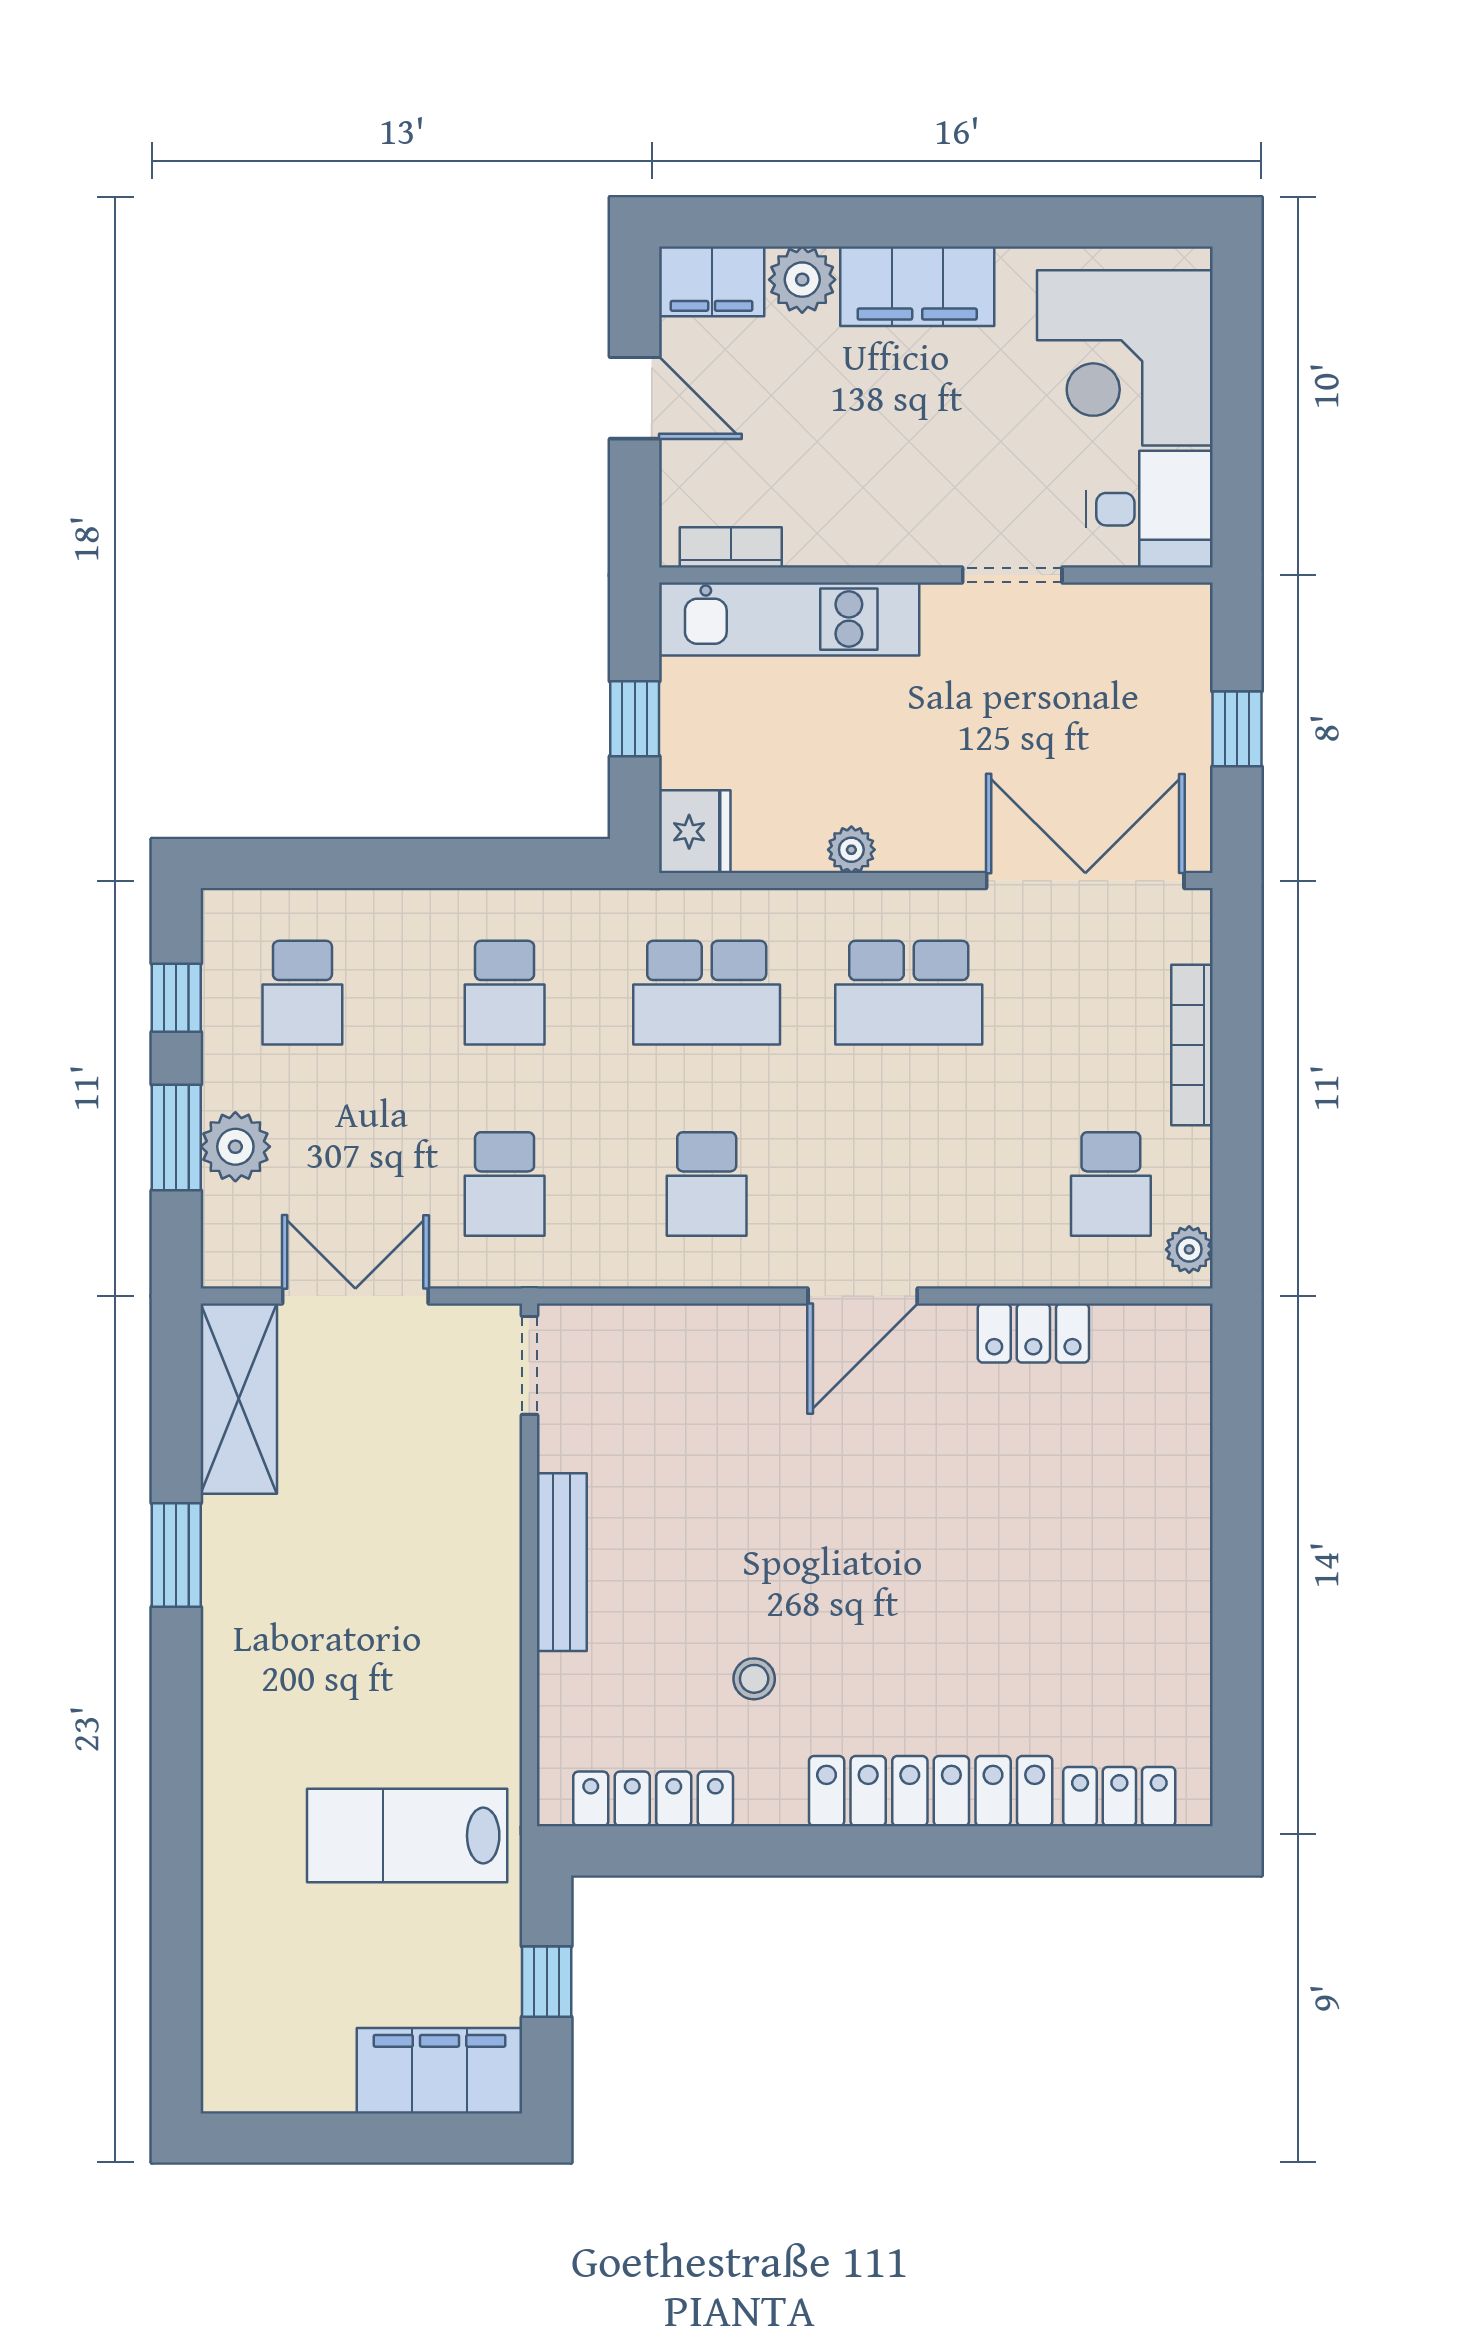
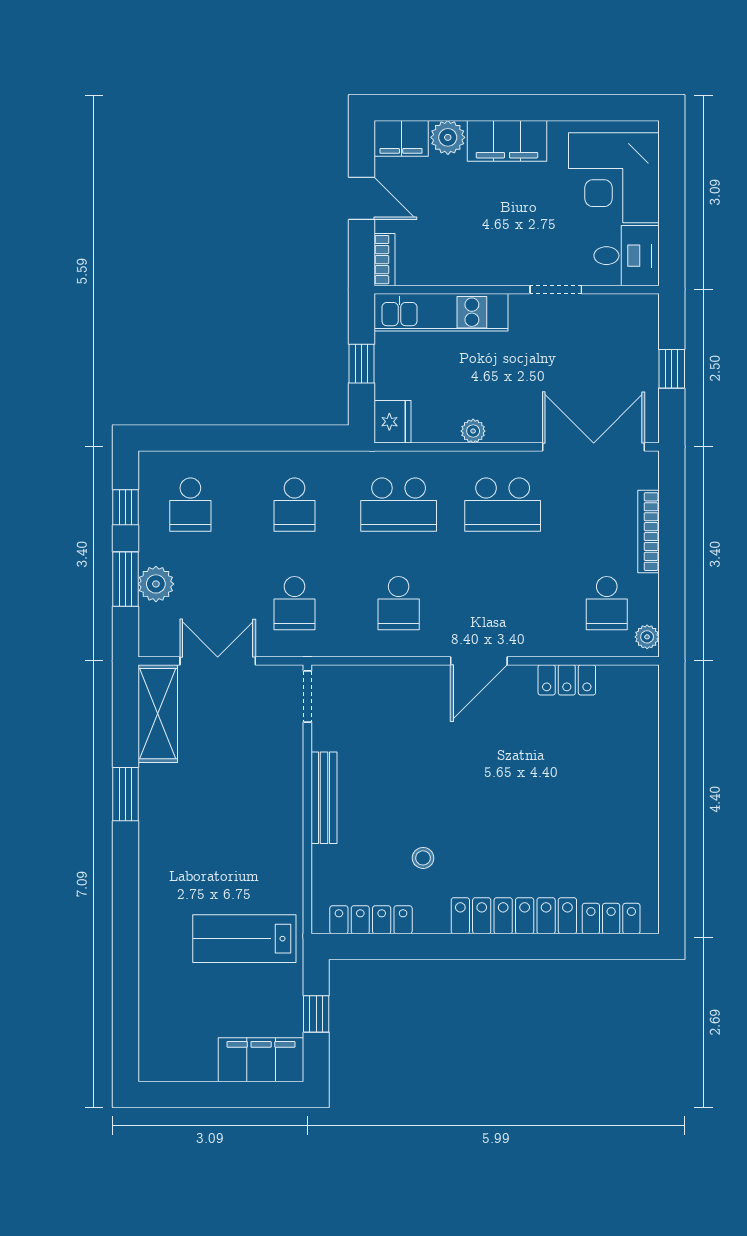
bookcase: (731, 547) -> (385, 260), moved, turned 90

